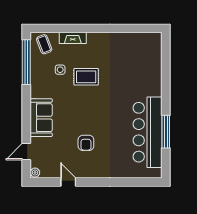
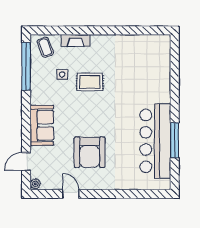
armchair: (86, 143) -> (90, 152), width x1.88, depth x1.88

